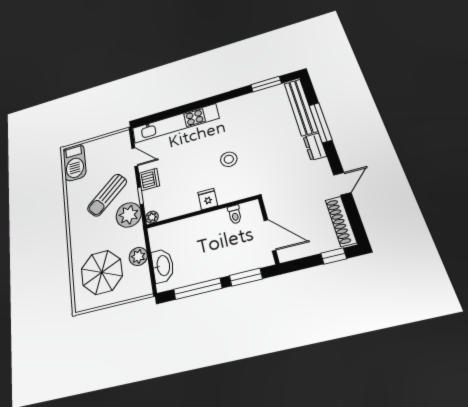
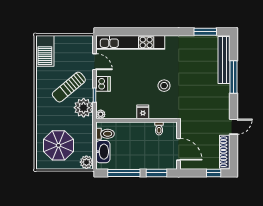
dresser: (315, 147) -> (224, 94), removed
toilet: (162, 241) -> (105, 134), added
plant: (138, 256) -> (86, 162), moved

